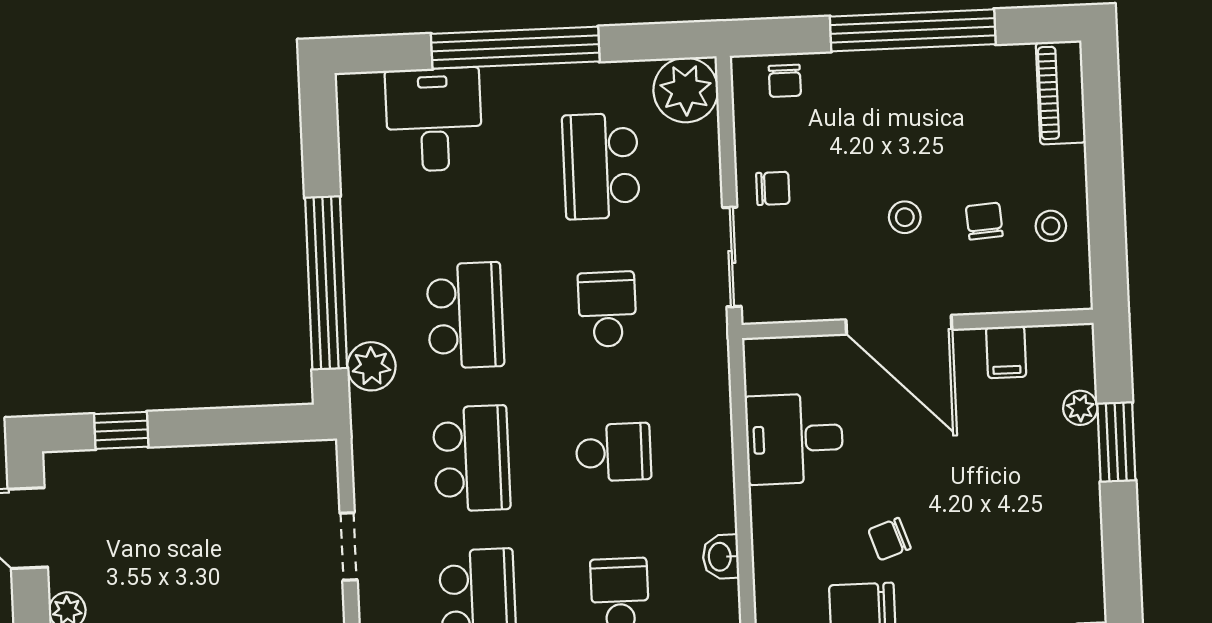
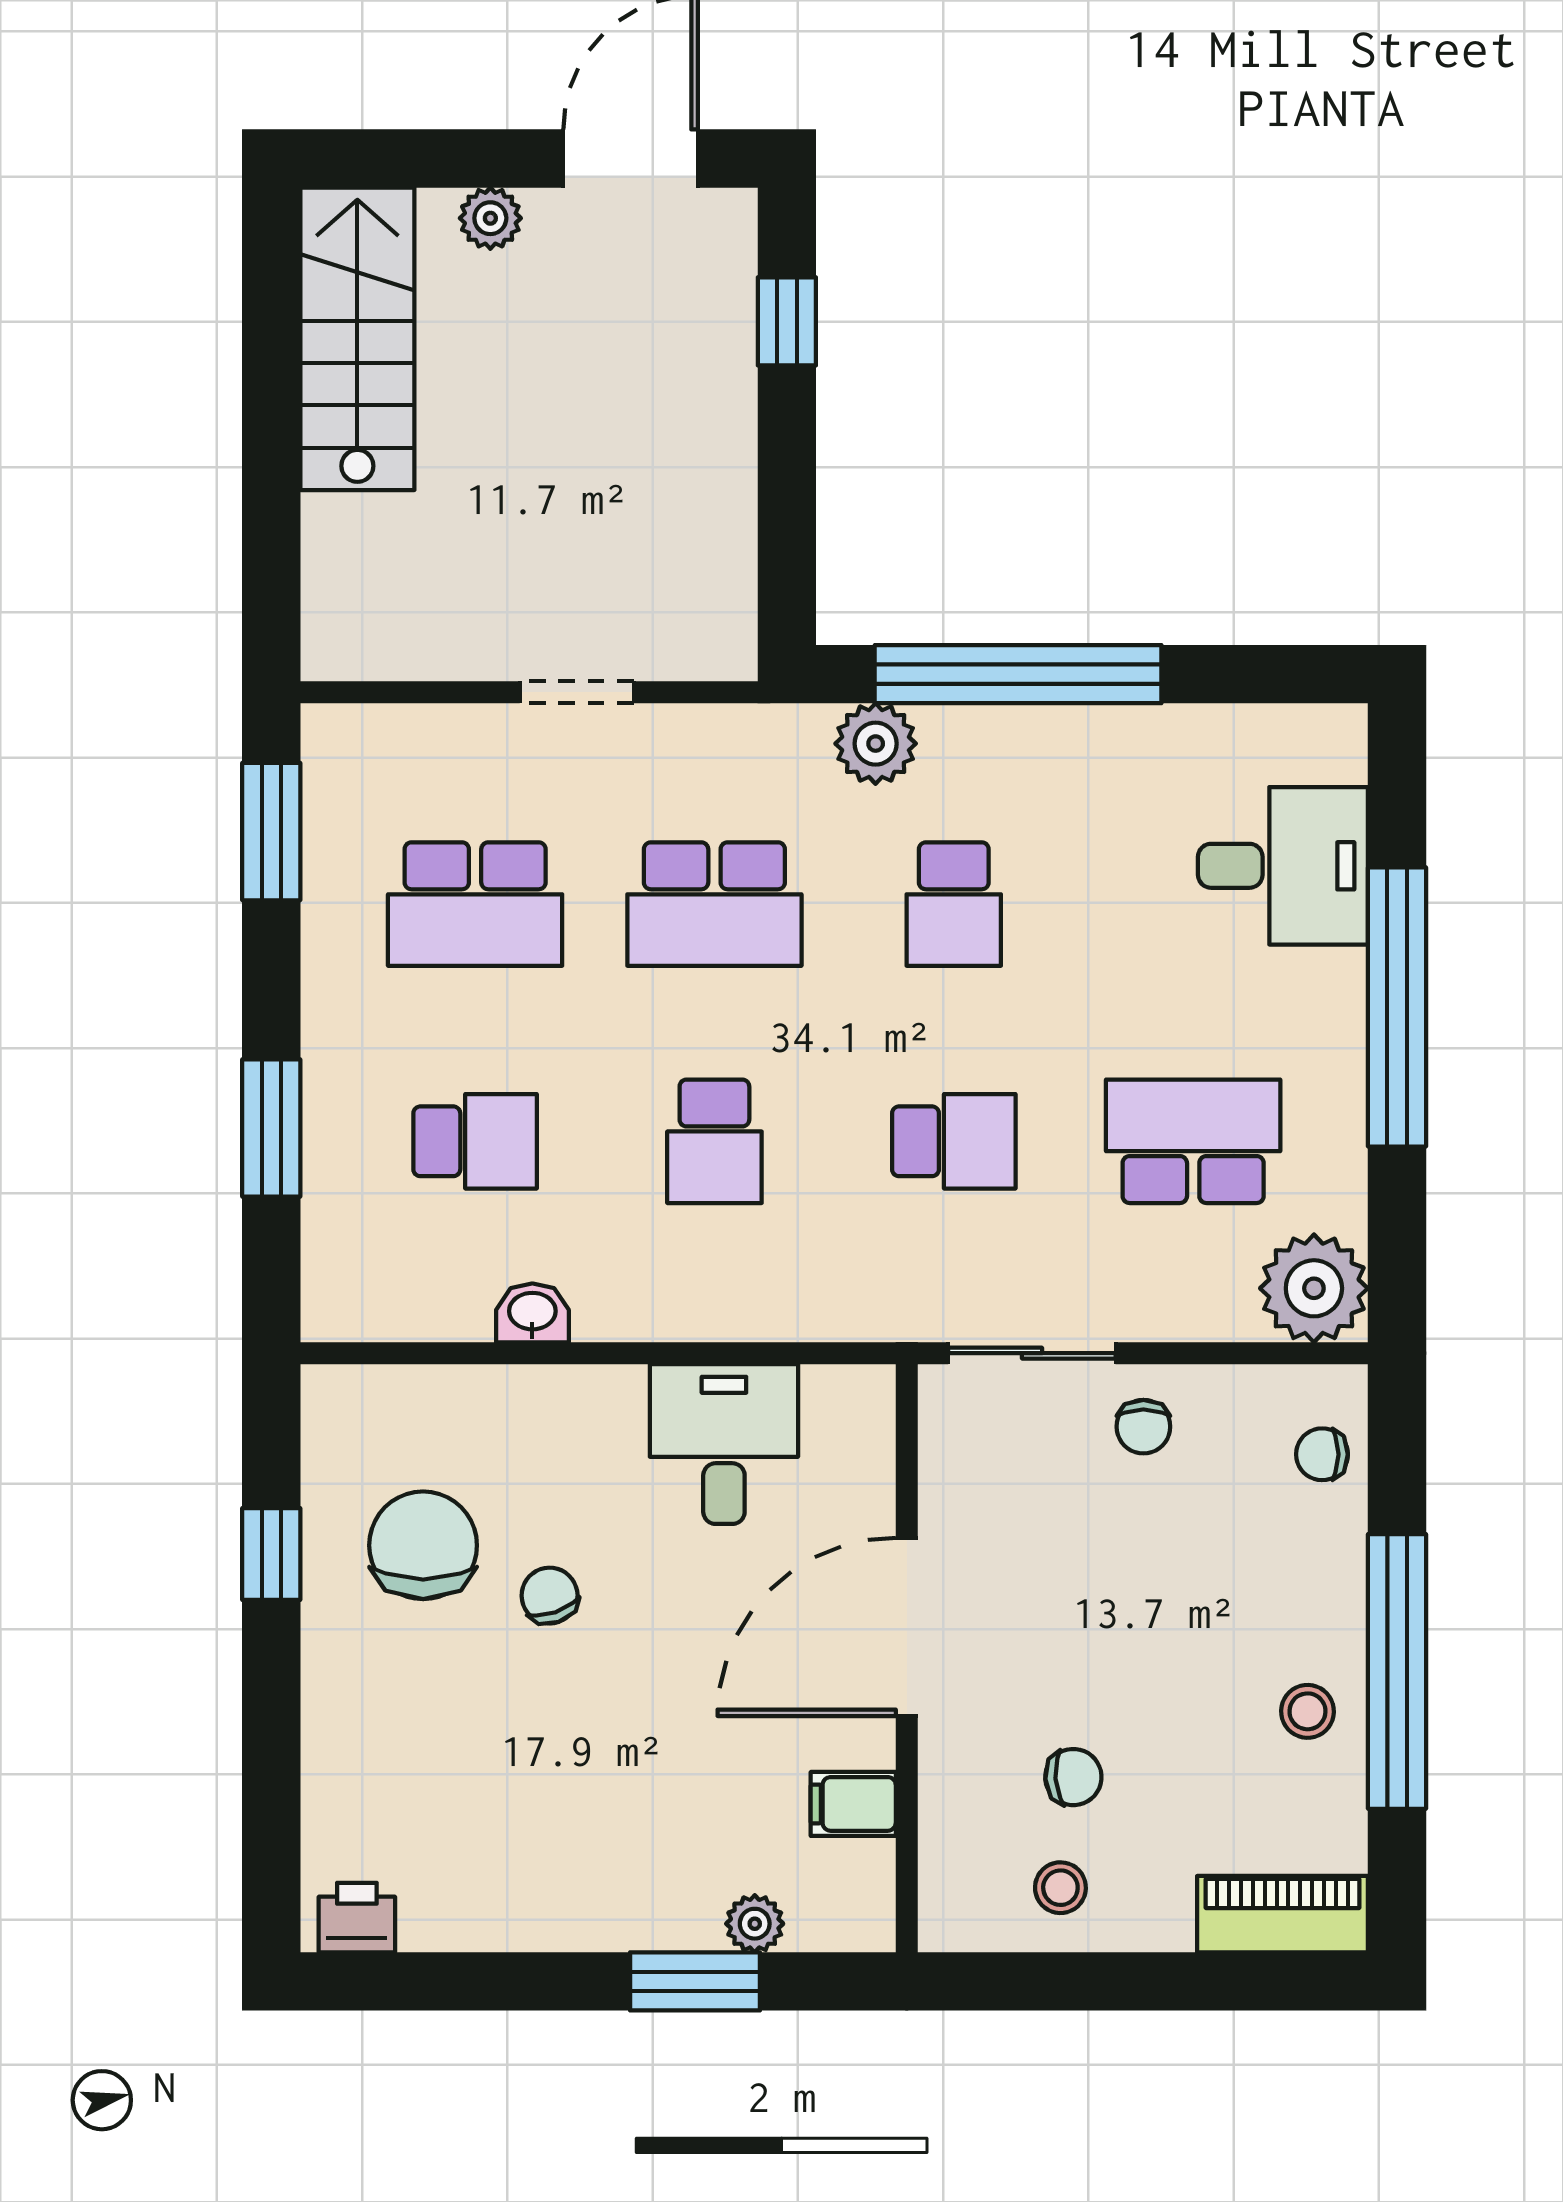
stool: (905, 217) -> (1307, 1711), moved
school desk: (465, 315) -> (954, 904), width x0.54

